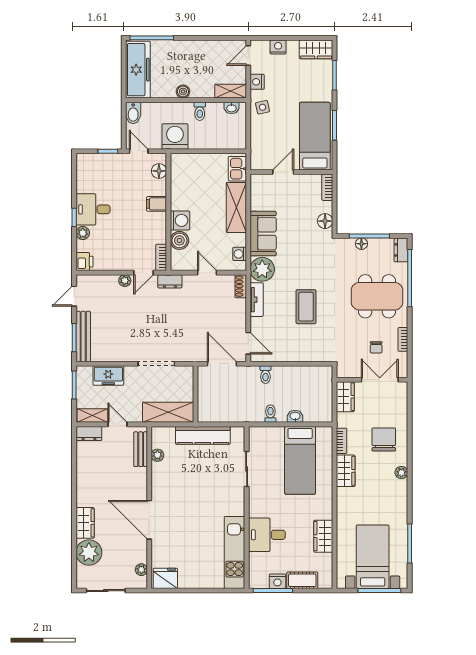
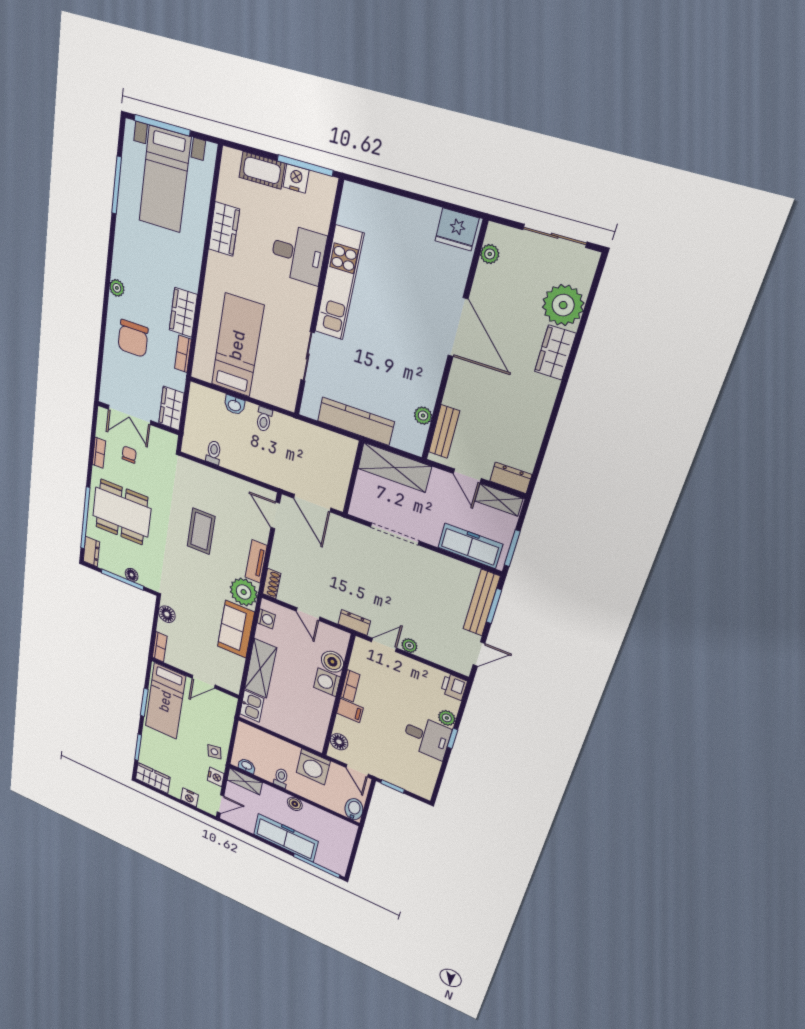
freezer: (138, 70) -> (286, 838), moved, turned 90
bookcase: (161, 257) -> (350, 686), moved
toilet: (265, 375) -> (214, 452), moved
freezer: (108, 376) -> (470, 546), width x1.40
kitchen unit: (235, 552) -> (339, 283), moved

